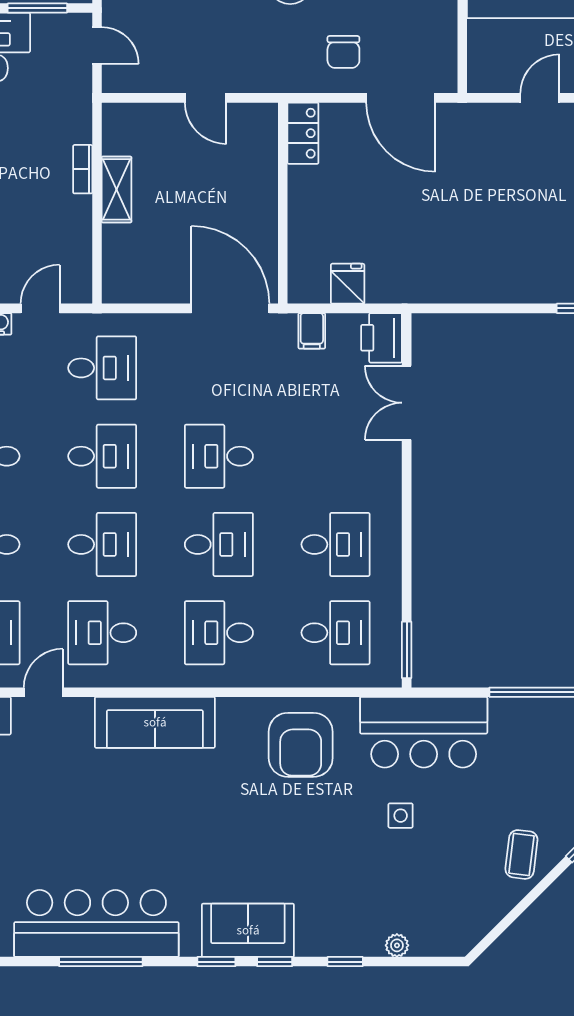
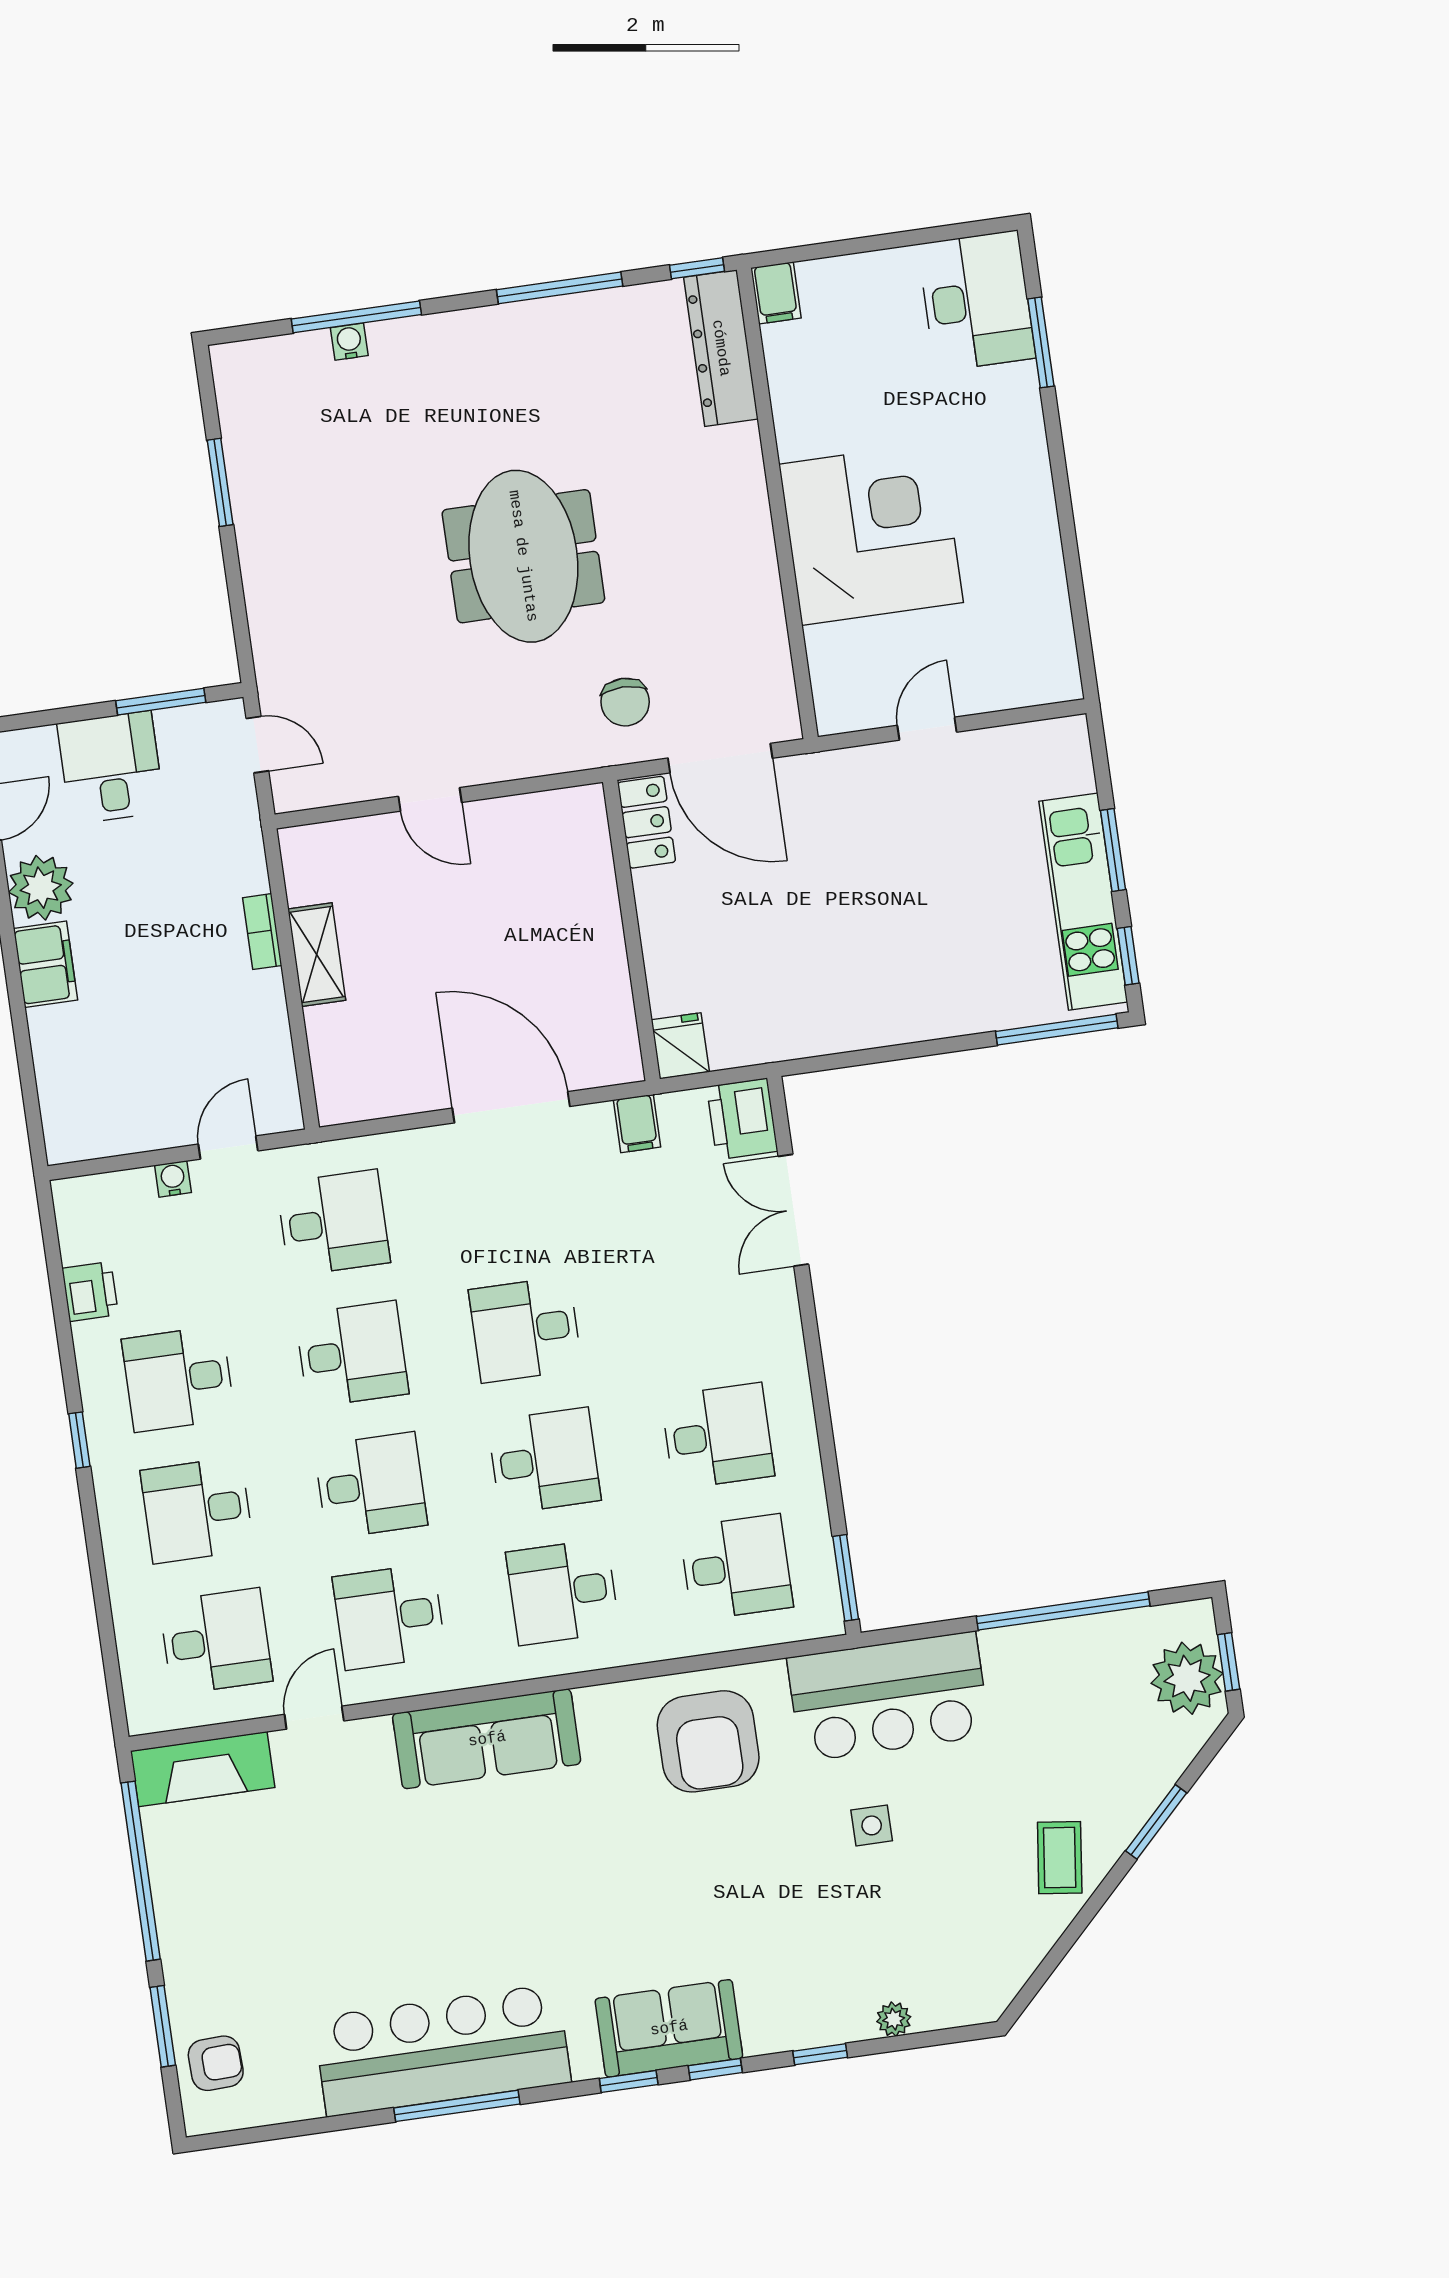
locker: (303, 133) -> (647, 822), moved
wall: (283, 203) -> (631, 930), moved

